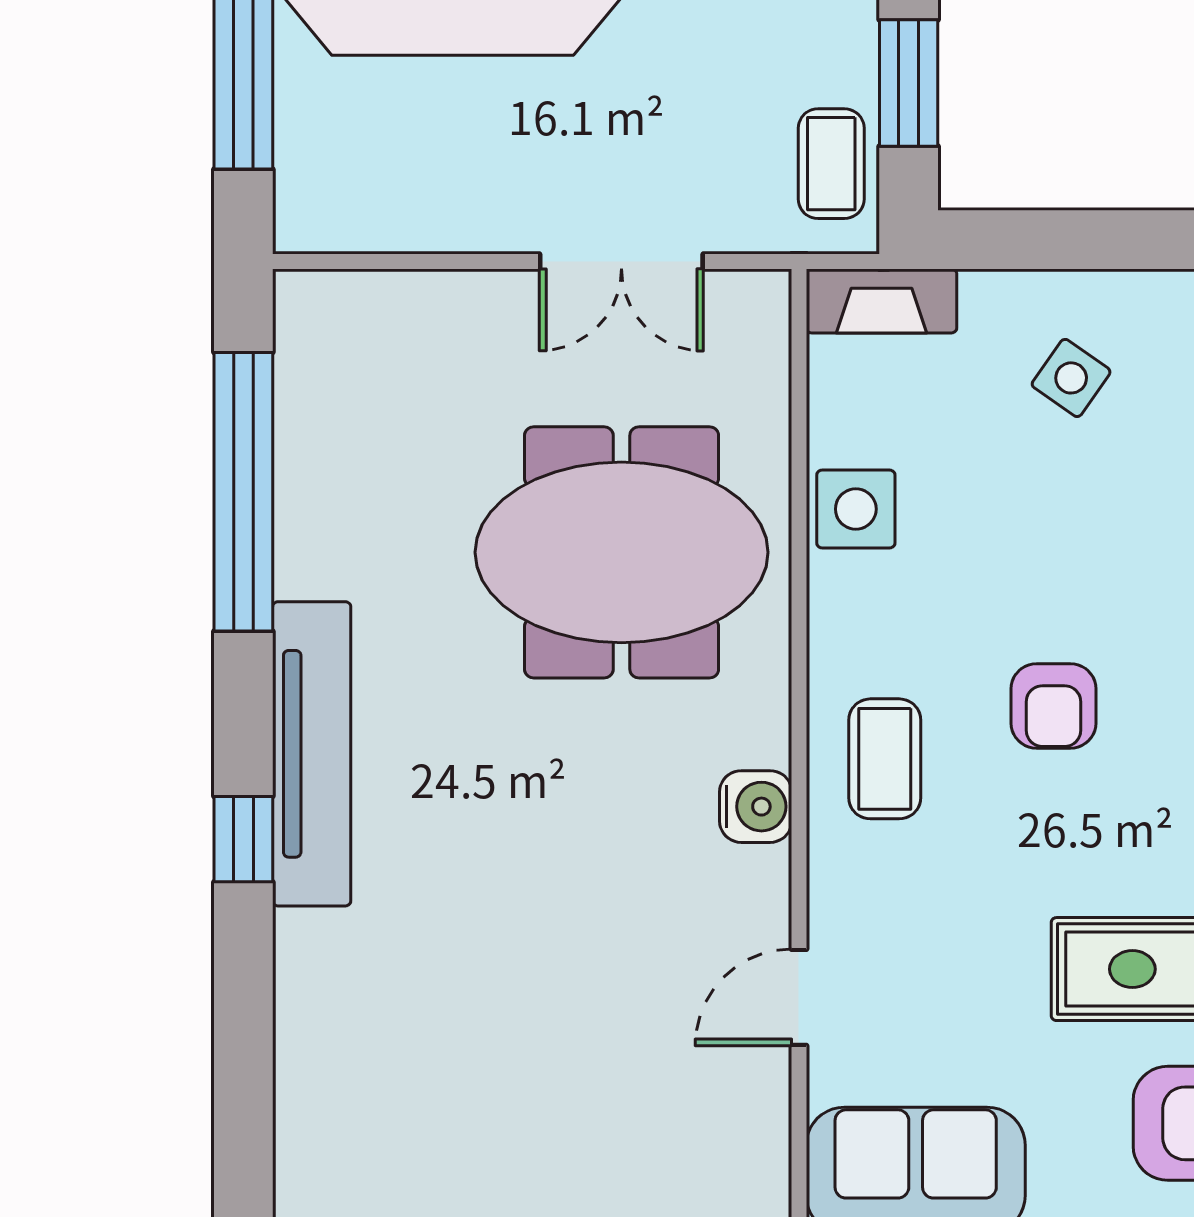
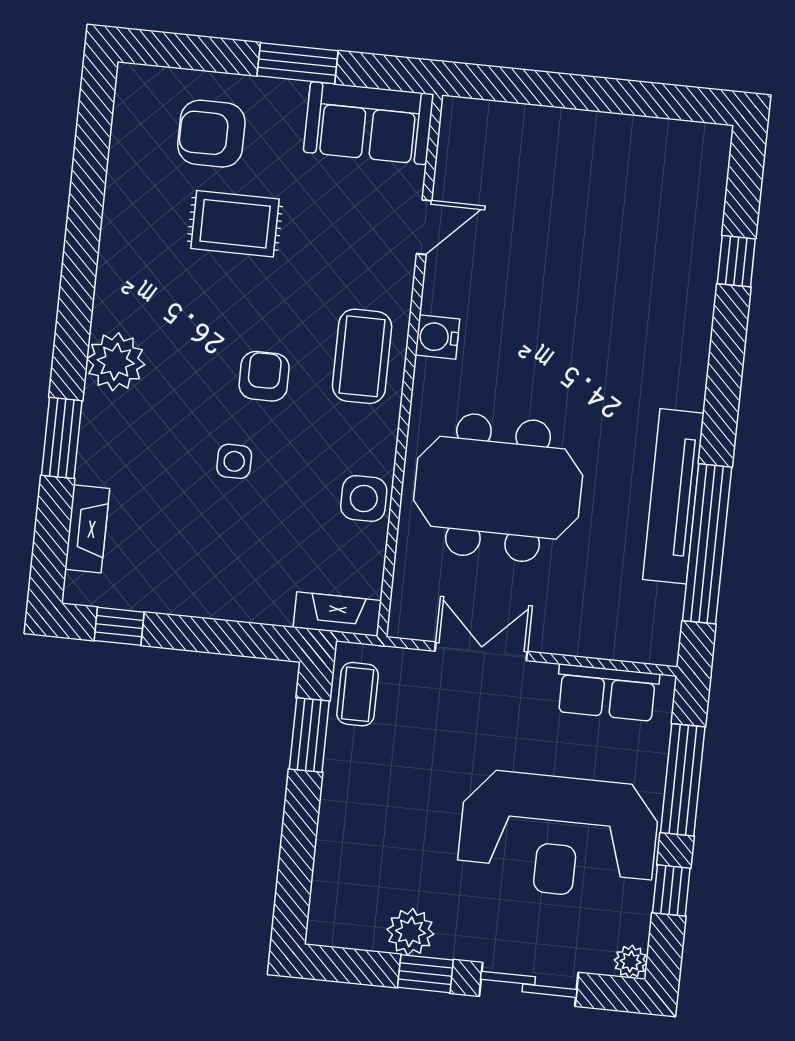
row of seats: (392, 212) -> (607, 693), added
side table: (1071, 378) -> (234, 461), moved, turned -35
tv unit: (312, 754) -> (673, 496), moved
coffee table: (885, 759) -> (362, 356), width x1.36, depth x1.30
window: (243, 839) -> (736, 261), moved

